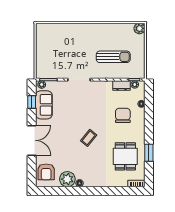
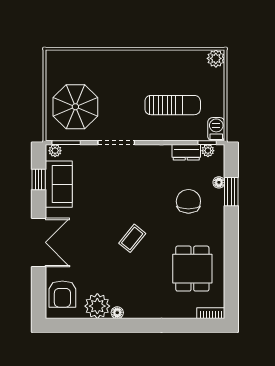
parasol: (54, 58) -> (75, 107), added
barbecue: (140, 71) -> (216, 129), added
window: (149, 153) -> (231, 192), moved

